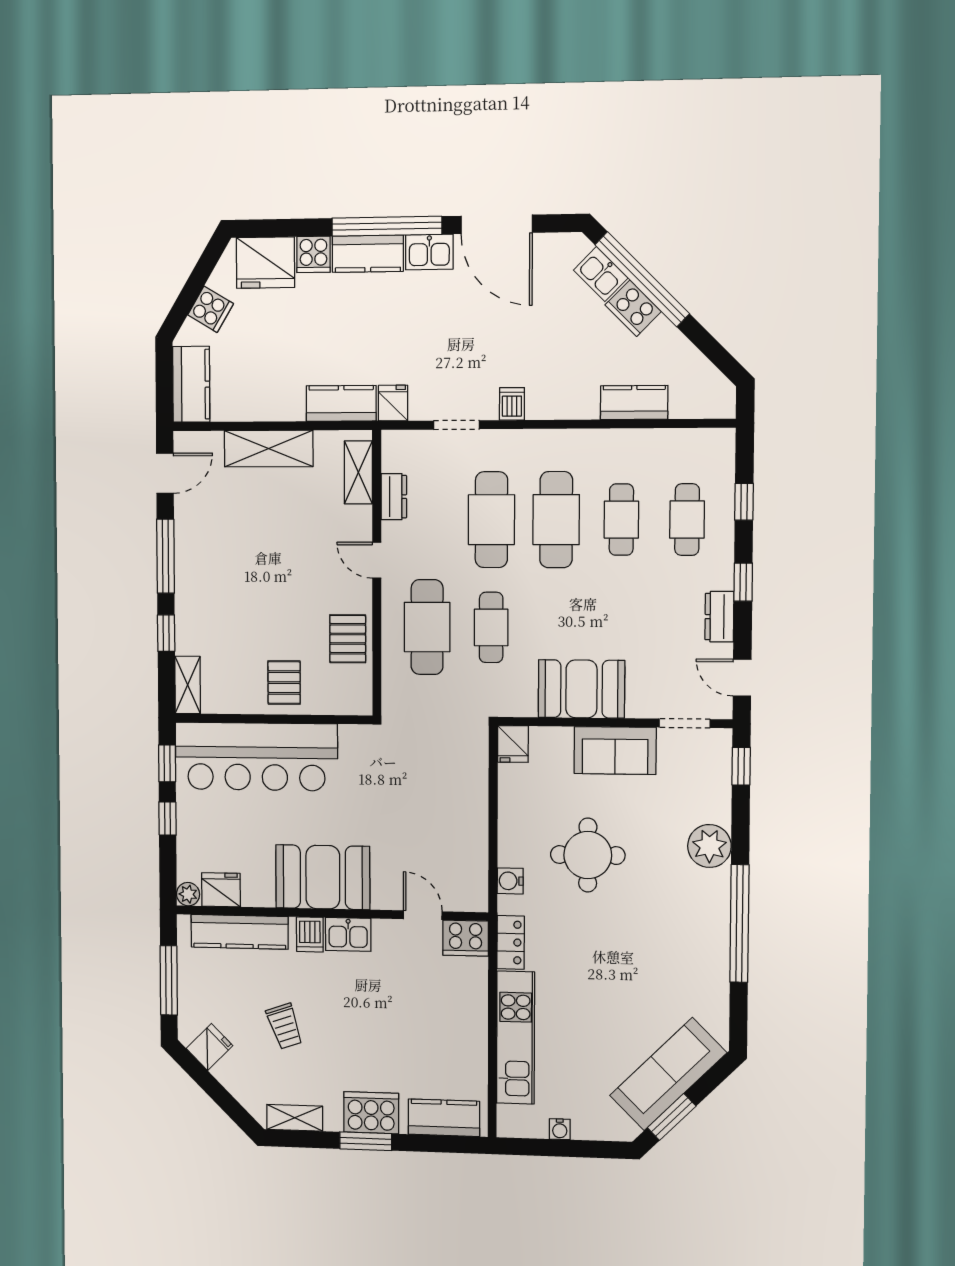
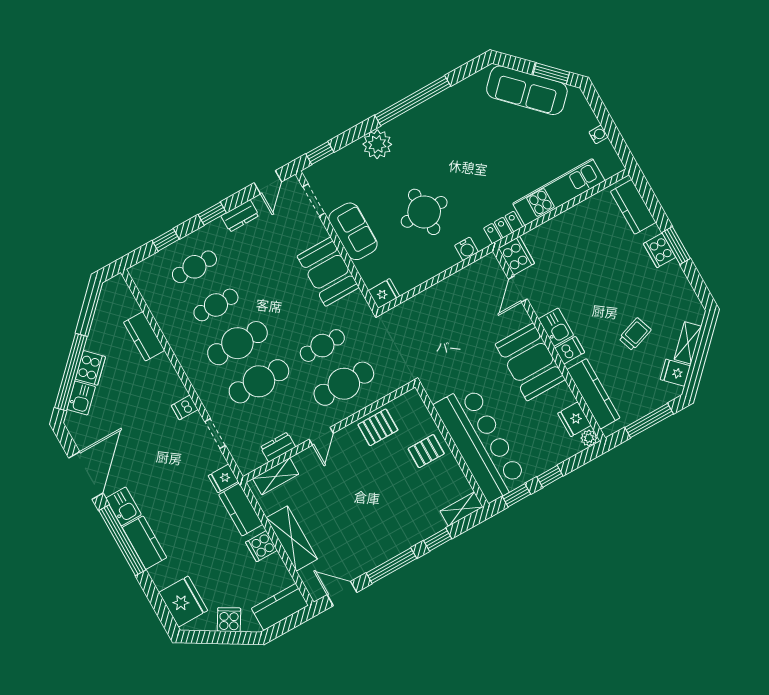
cooker: (313, 254) -> (261, 546), moved, turned 180
cooker: (371, 1113) -> (660, 250), width x0.73, depth x0.76
shelving: (295, 1118) -> (688, 343), moved, turned 45

